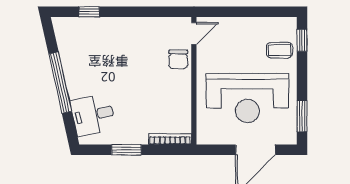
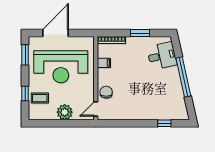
plant: (241, 29) -> (65, 112), added
window: (302, 40) -> (25, 94), moved
reception desk: (247, 98) -> (61, 67), turned 180
filing cabinet: (182, 104) -> (104, 63), added

